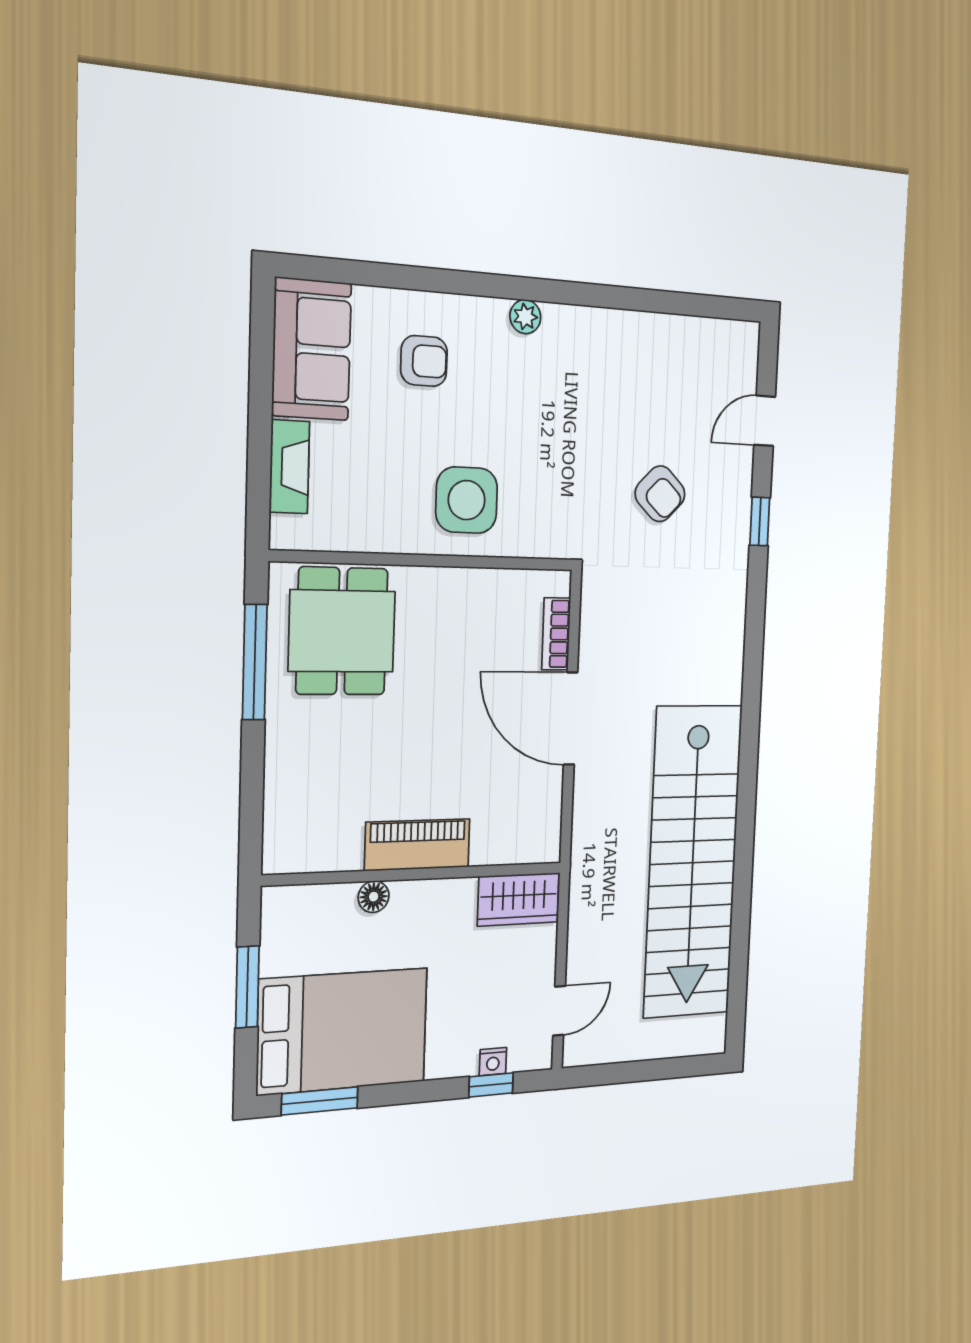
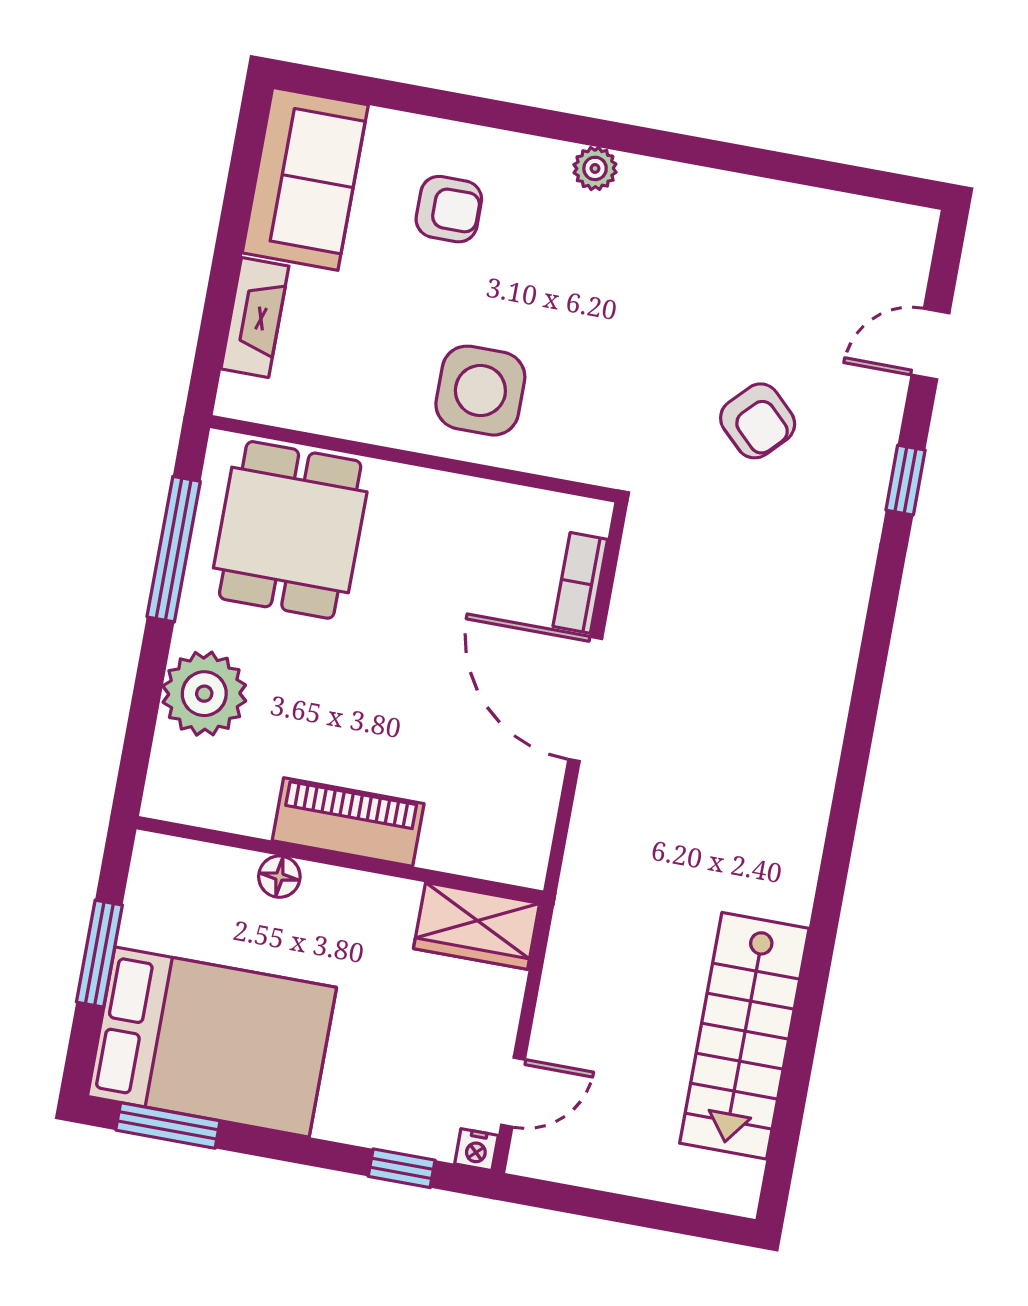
plant: (296, 770) -> (204, 694), added
stairs: (693, 862) -> (744, 1036), width x0.54, depth x0.66
nightstand: (493, 1062) -> (476, 1150), moved

